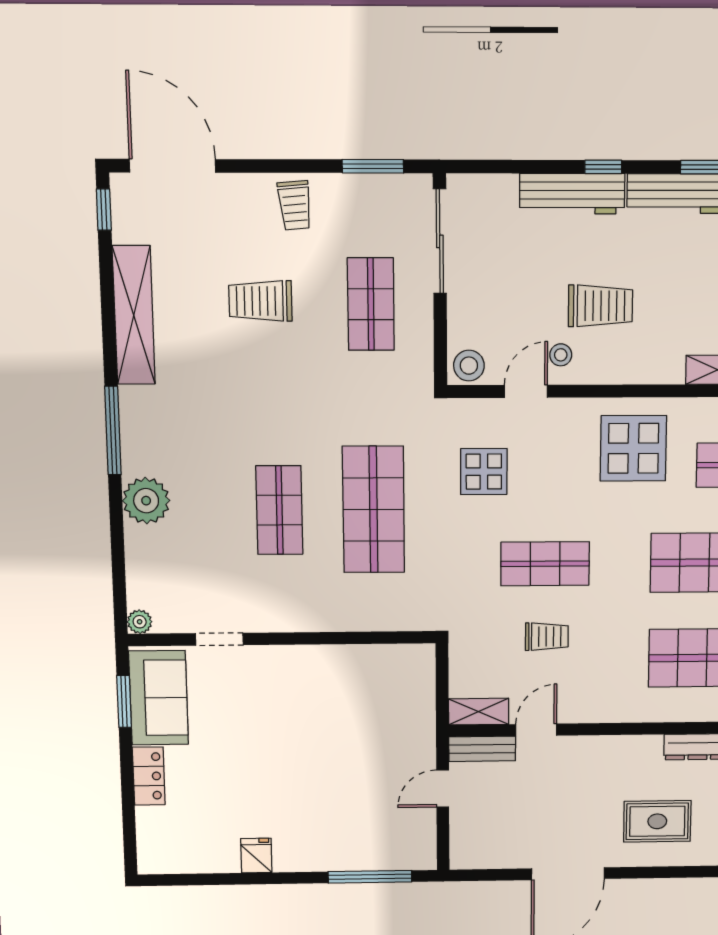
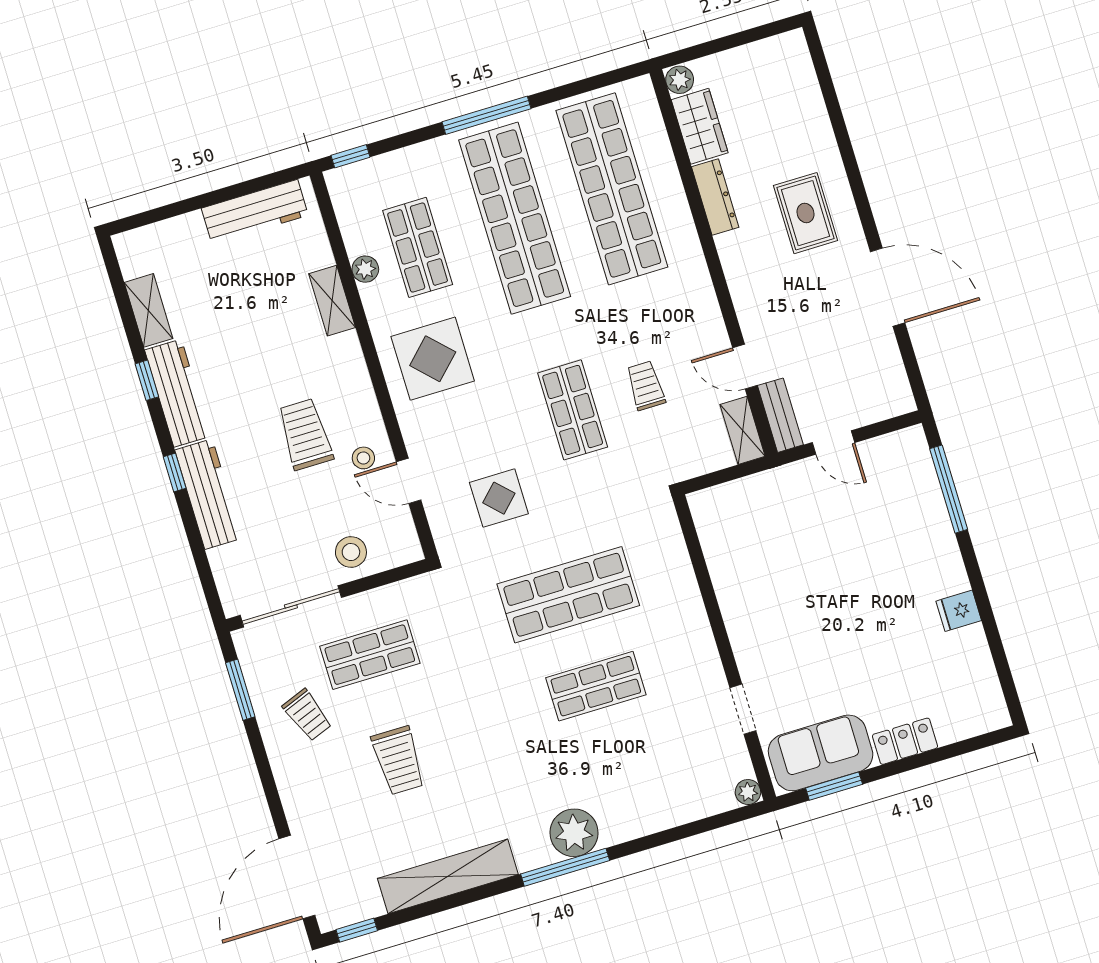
trolley: (295, 205) -> (307, 715), moved, turned 74
stool: (469, 366) -> (351, 552), moved
plant: (146, 501) -> (574, 833), moved

